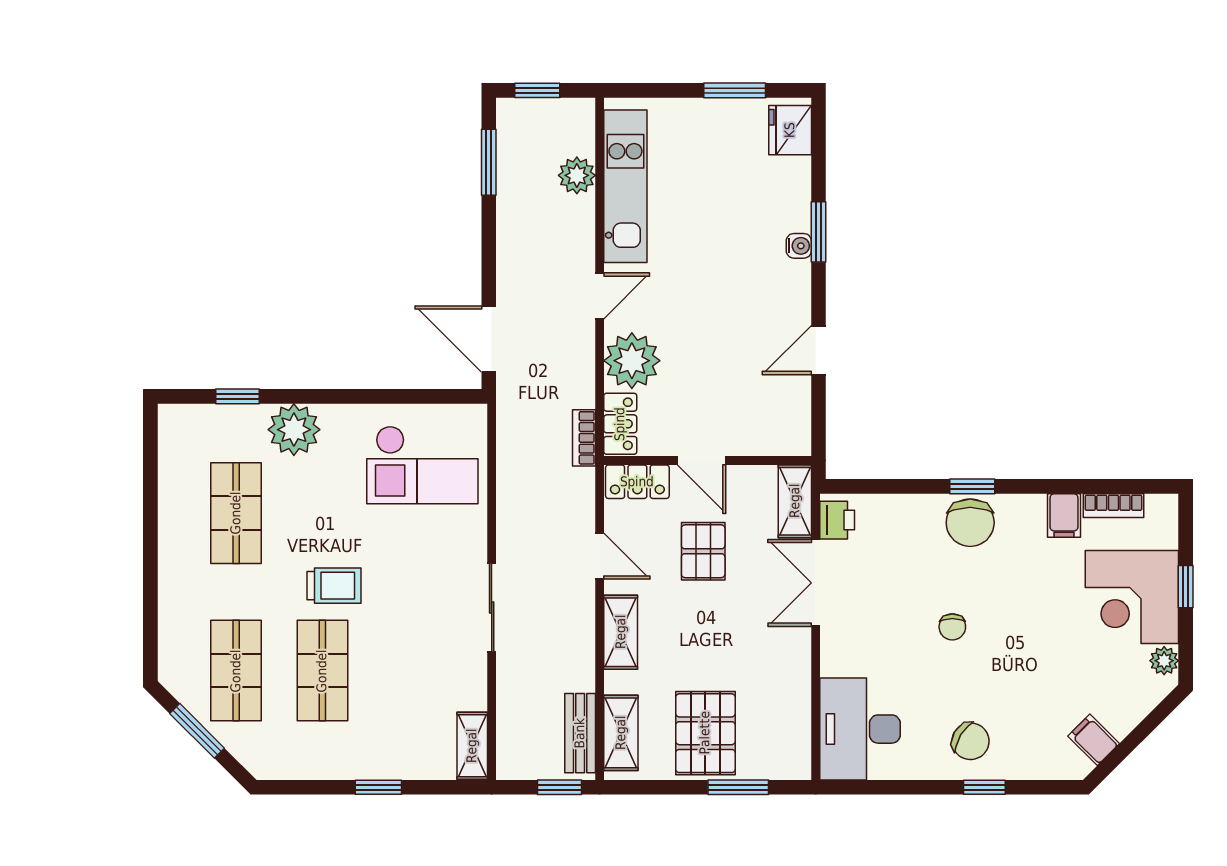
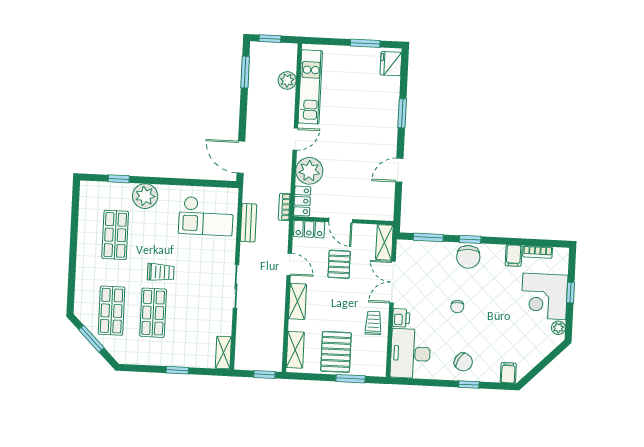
water cooler: (799, 246) -> (392, 120), removed
window: (885, 486) -> (428, 237), added
printer: (837, 520) -> (401, 318), moved
trolley: (780, 669) -> (373, 323), added
bench: (580, 733) -> (248, 223), moved
filing cabinet: (1094, 740) -> (508, 373), moved, turned 45

